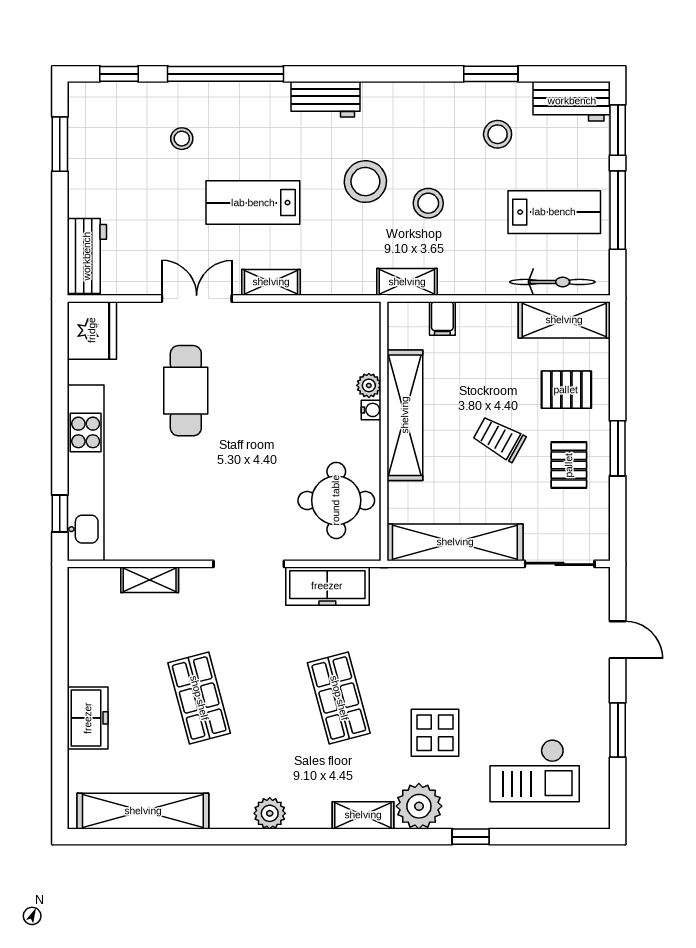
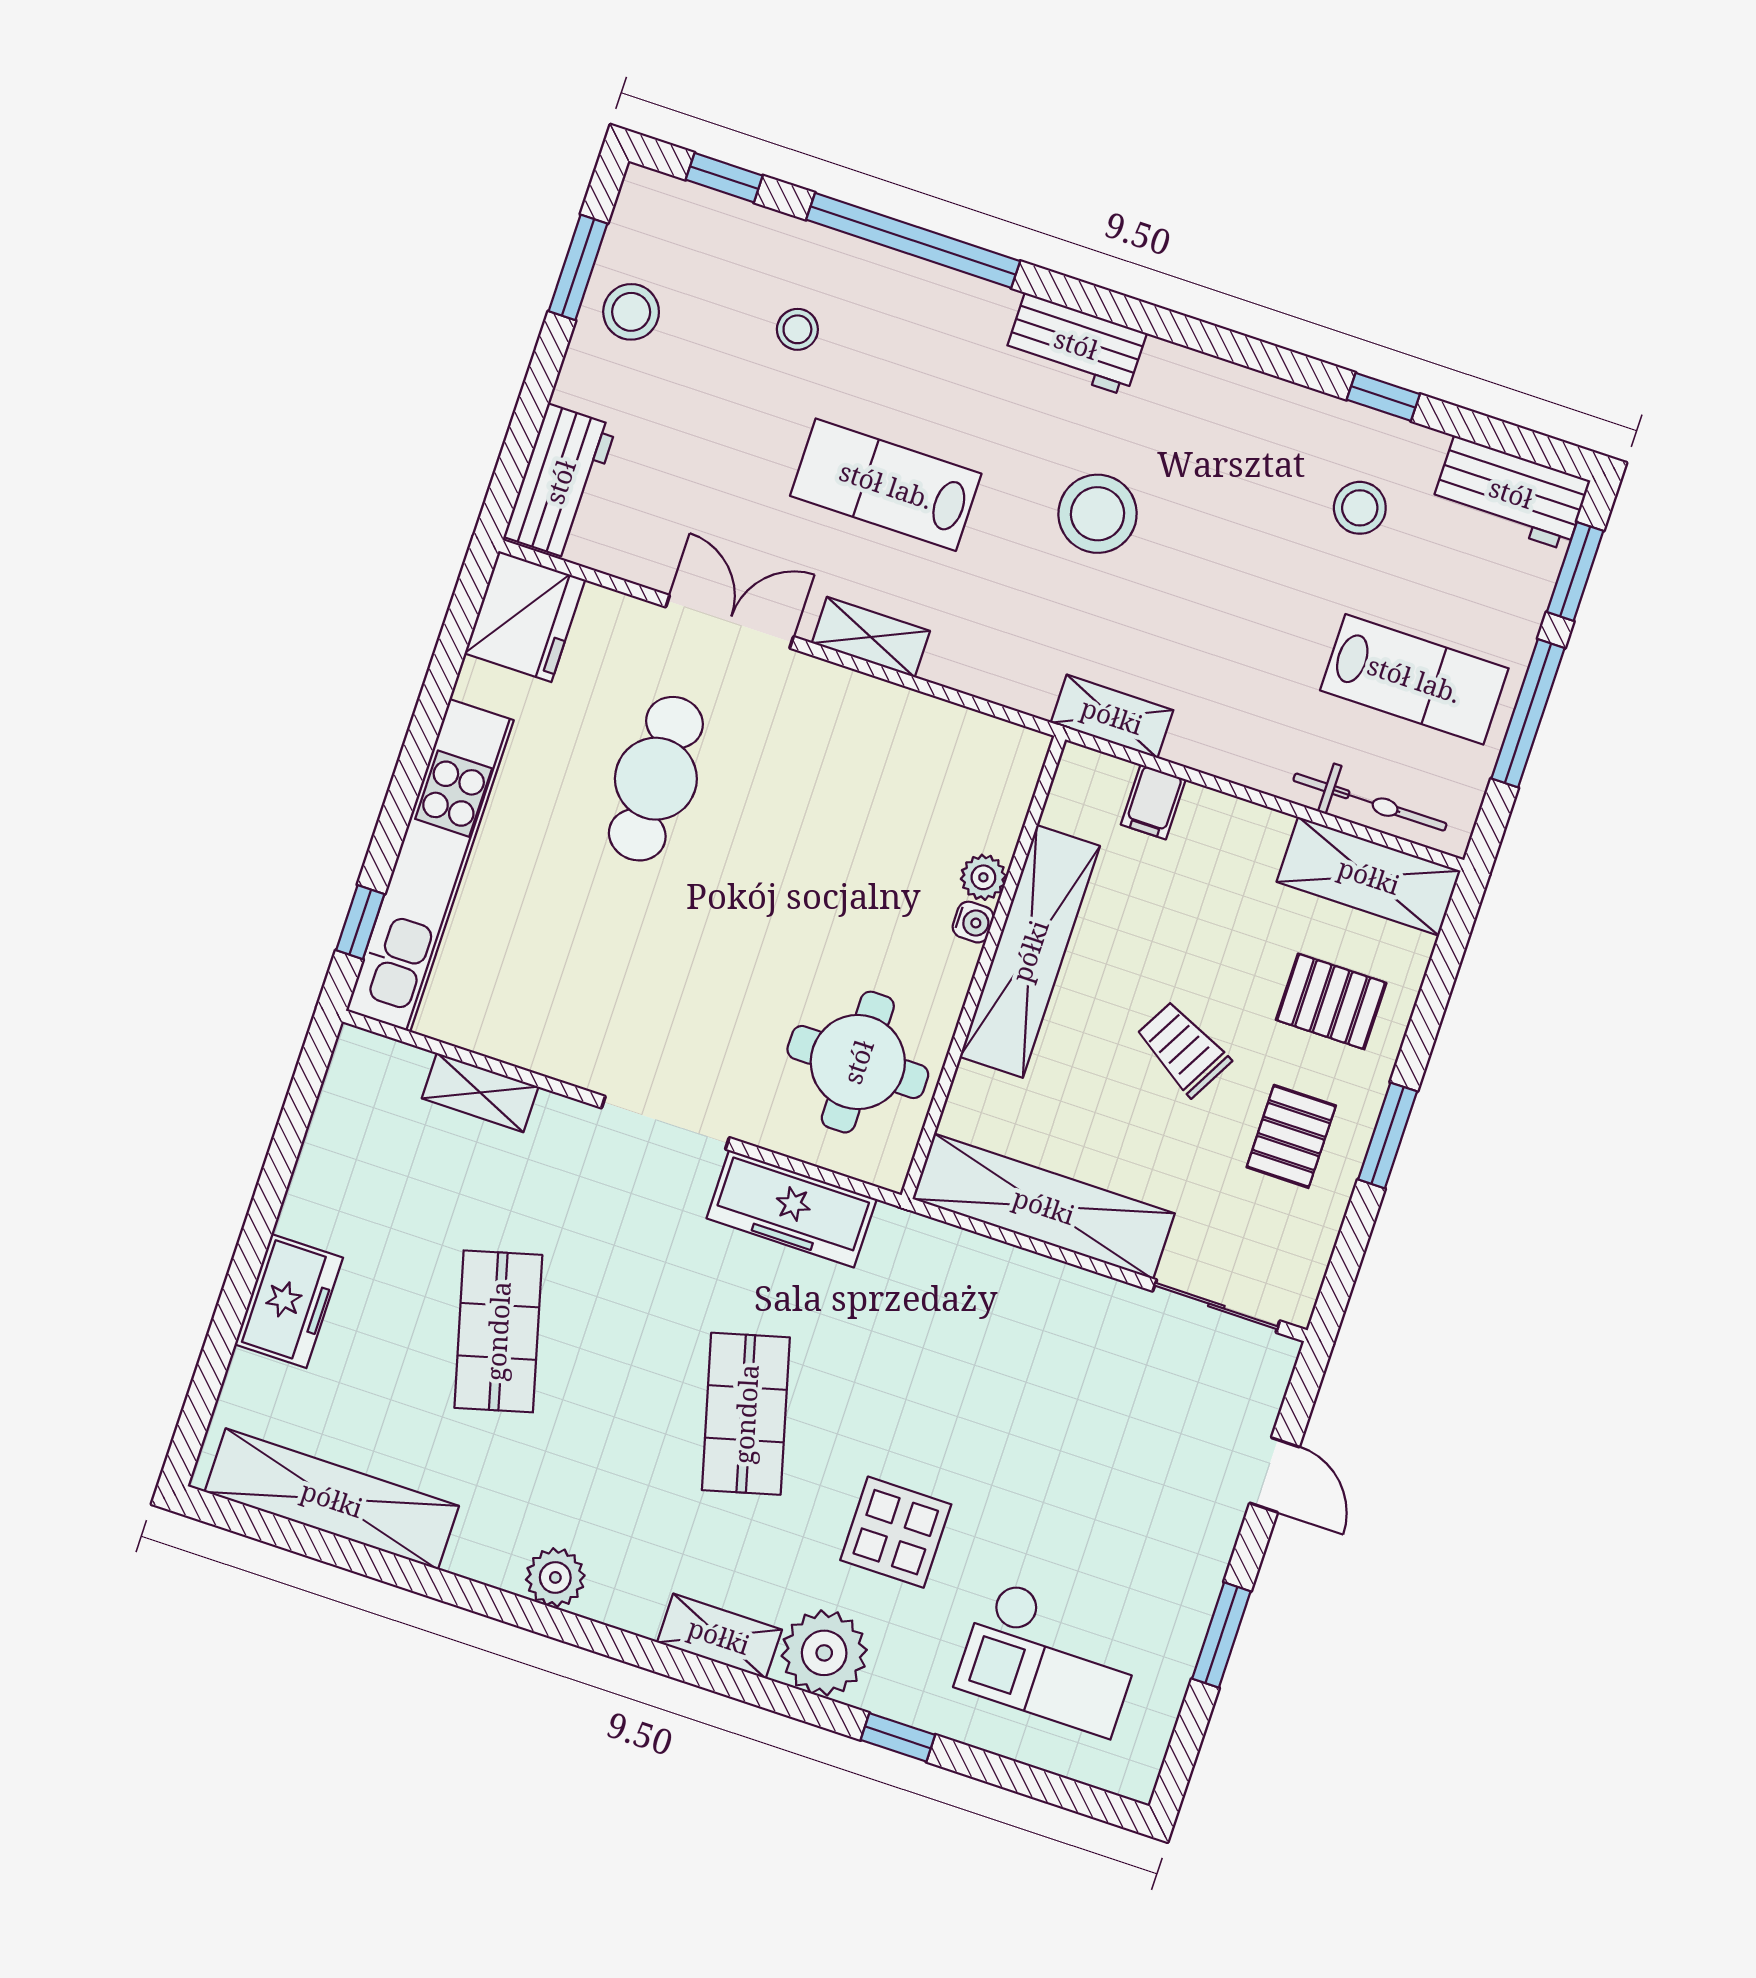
window: (491, 74) -> (1383, 397), width x0.67
stool: (428, 203) -> (631, 312), moved

